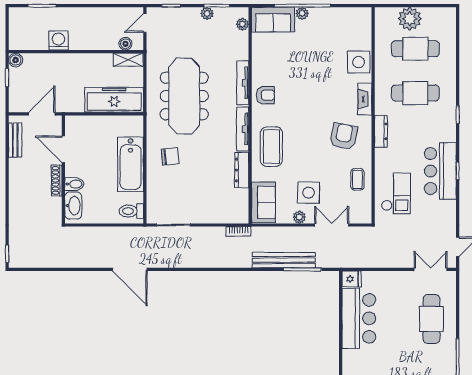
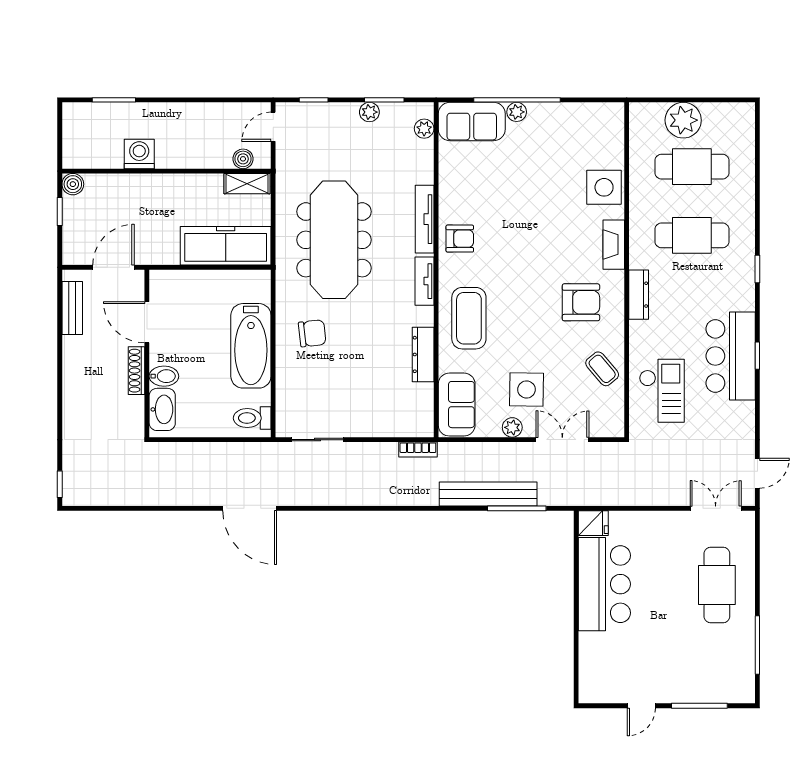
tv unit: (243, 129) -> (425, 281), width x0.71
armchair: (344, 136) -> (581, 302), turned 79
coffee table: (357, 179) -> (602, 369), turned -40

